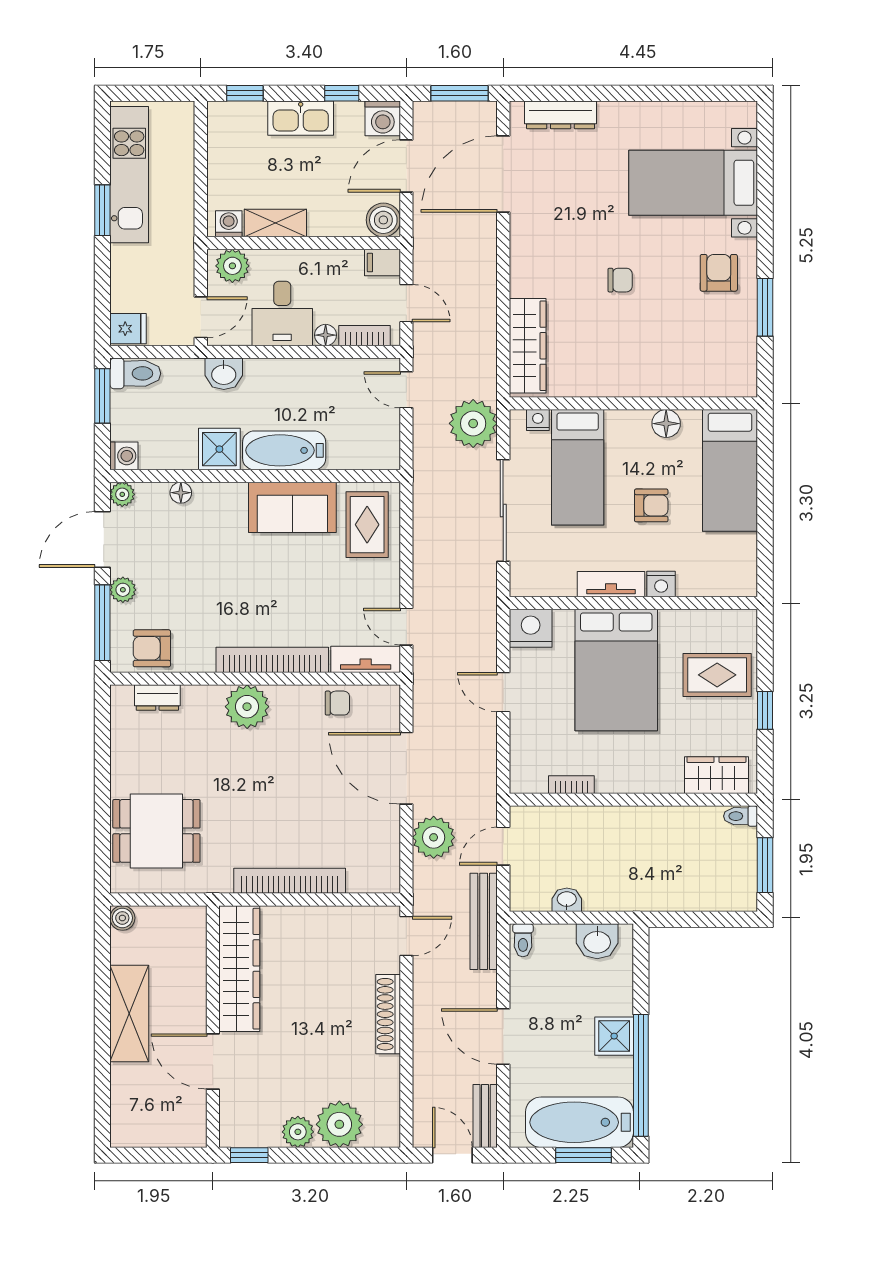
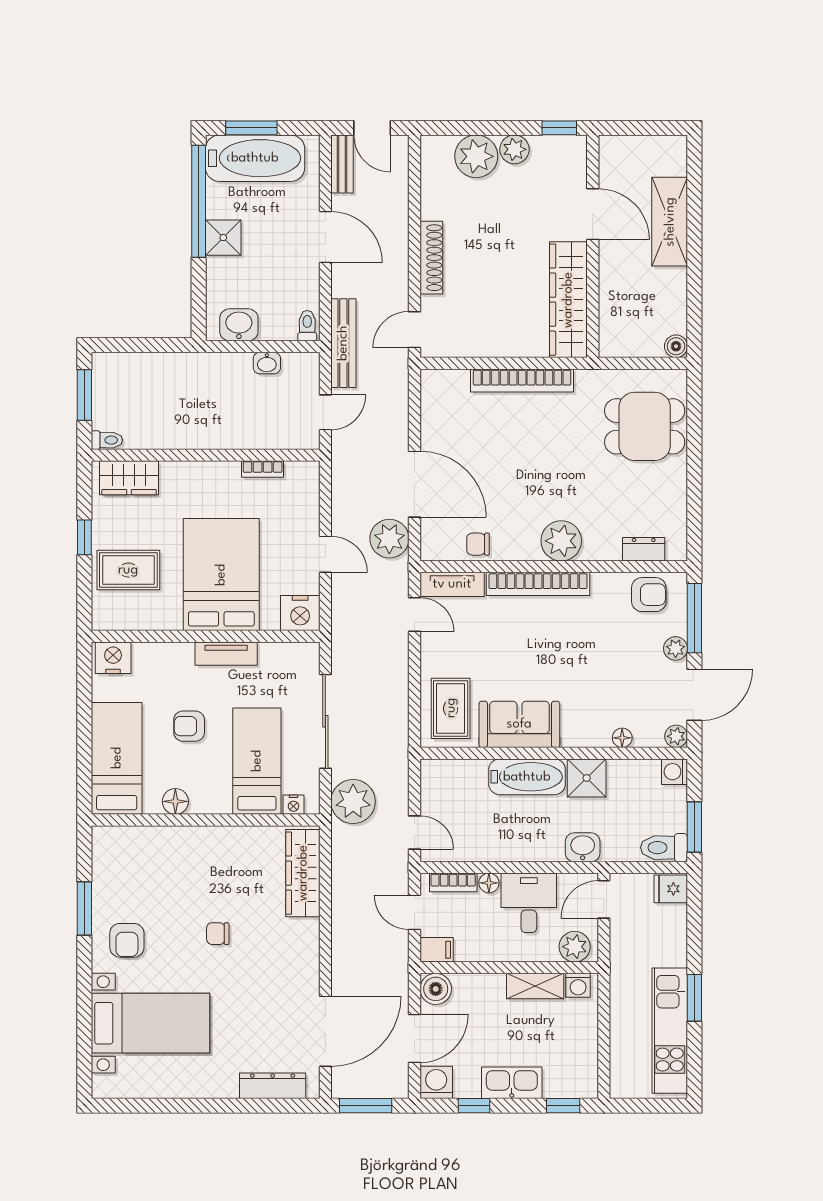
nightstand: (661, 584) -> (113, 658), moved, width x1.36, depth x1.33
plant: (434, 837) -> (389, 539), moved
shelving: (129, 1014) -> (670, 222), moved

